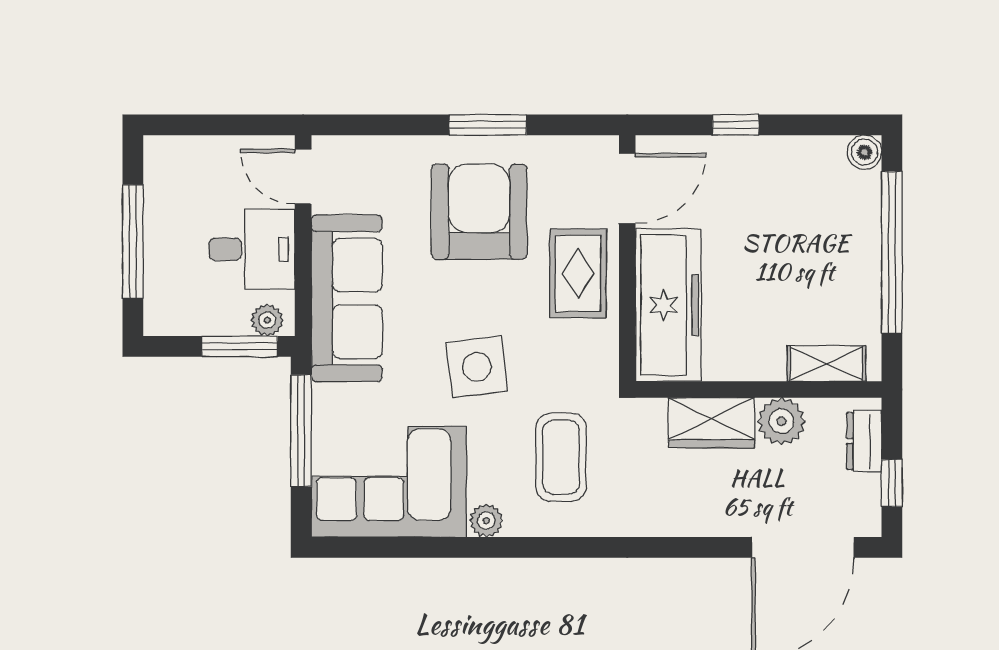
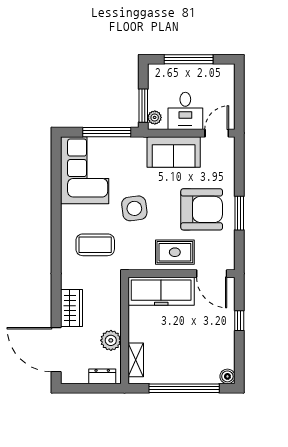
sofa: (347, 298) -> (174, 152), width x0.73
wardrobe: (711, 423) -> (71, 308), moved, turned 180
window: (892, 483) -> (84, 388), removed
plant: (486, 521) -> (68, 212), removed

